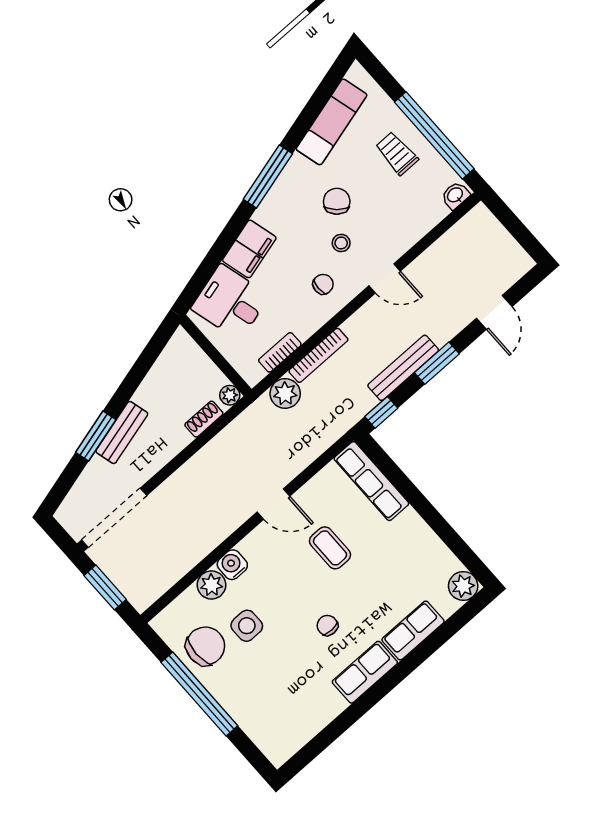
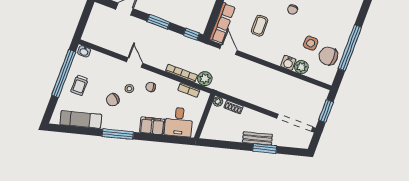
bench: (403, 368) -> (168, 35), removed
door: (274, 504) -> (229, 50), moved

